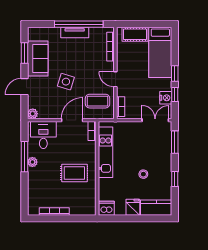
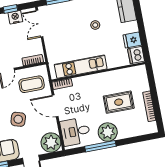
coffee table: (98, 101) -> (32, 84), turned 90
plant: (33, 114) -> (51, 143), width x1.88, depth x1.88
plant: (32, 162) -> (108, 132), width x1.88, depth x1.88
rug: (74, 173) -> (119, 102), moved, turned 90
fridge: (133, 207) -> (132, 40), moved

